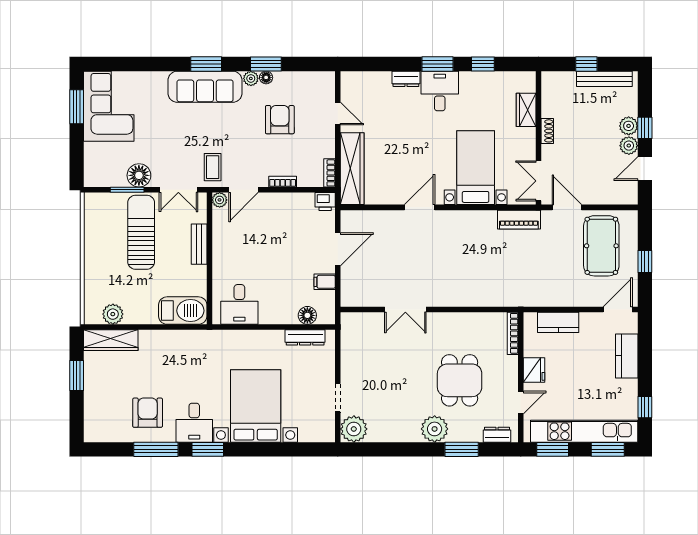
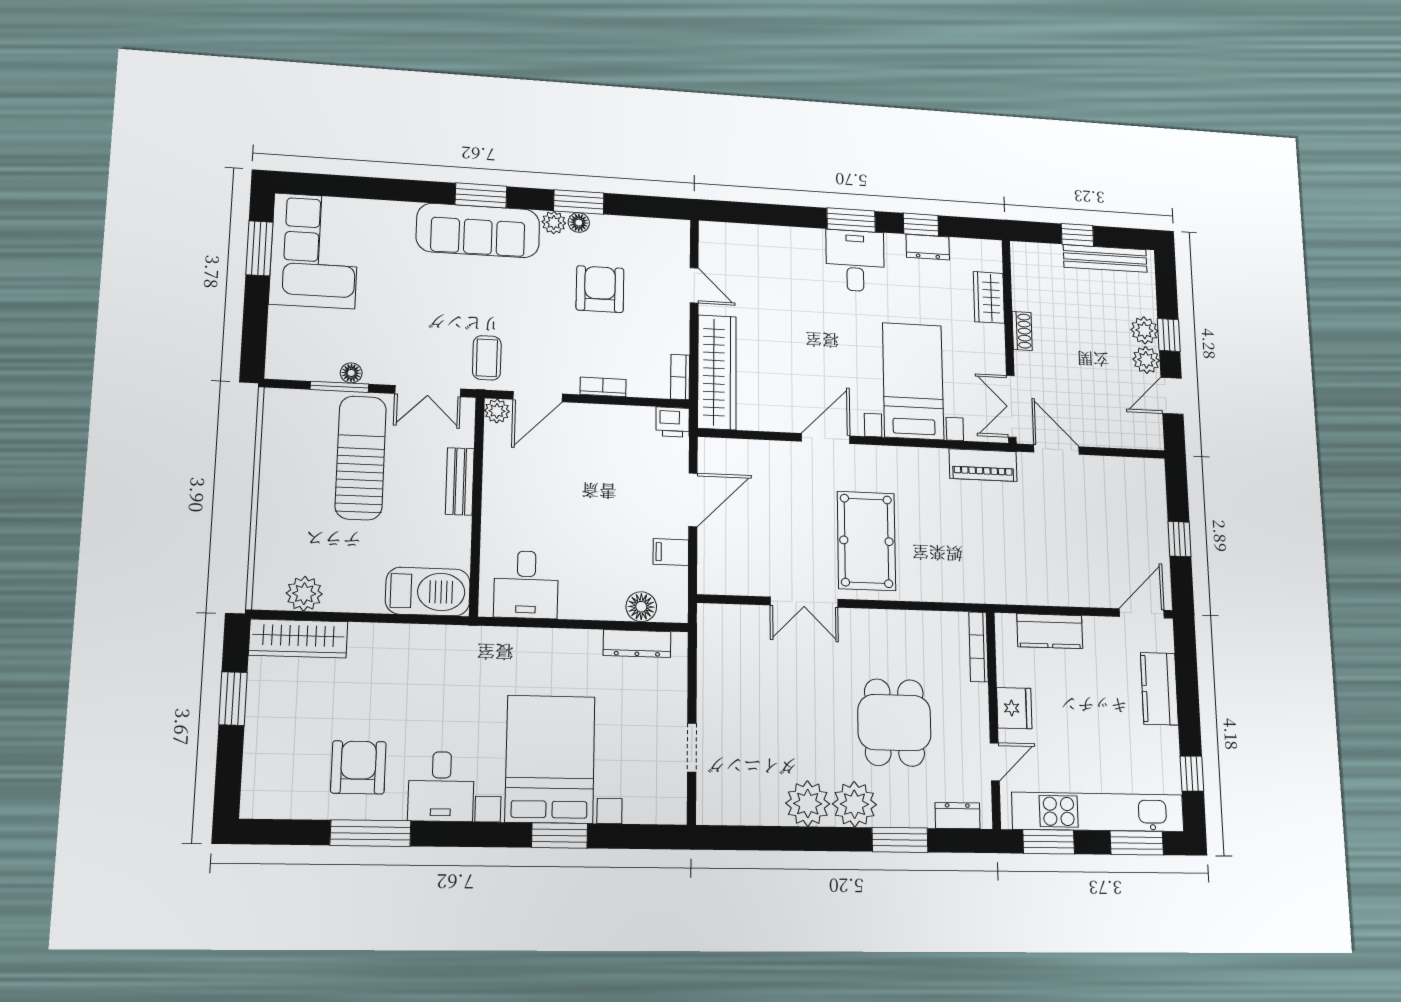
dresser: (406, 79) -> (928, 247), moved
floor lamp: (139, 175) -> (351, 373), width x0.53, depth x0.53
pool table: (601, 246) -> (866, 541), moved
plant: (354, 429) -> (808, 804), moved
window: (208, 449) -> (560, 836), moved

